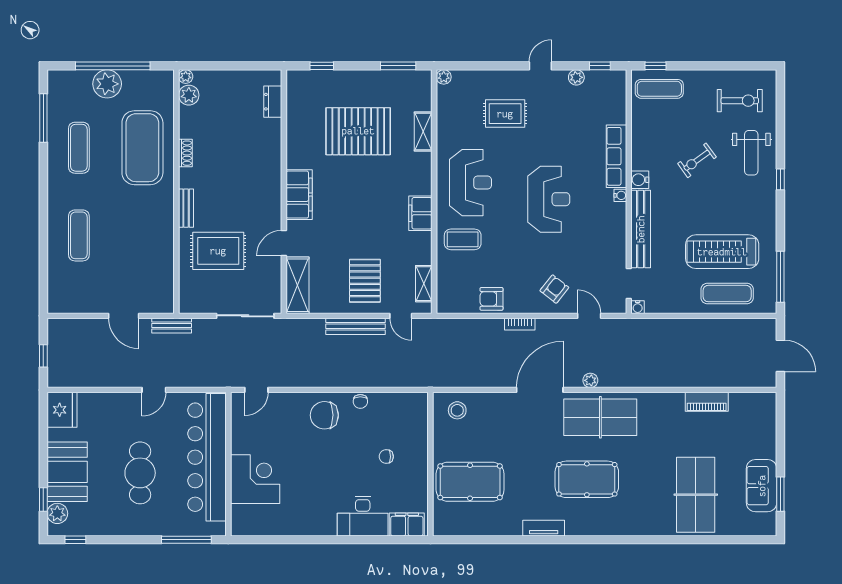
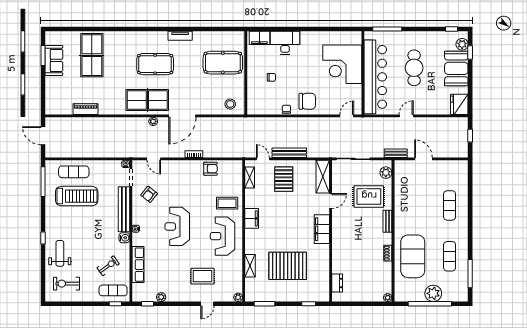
door: (540, 66) -> (207, 304), moved
plant: (189, 95) -> (386, 173), moved
row of seats: (616, 156) -> (138, 265), moved
exercise bike: (697, 160) -> (108, 266), moved
armchair: (554, 289) -> (149, 194), moved
corner desk: (255, 479) -> (342, 64), width x1.36, depth x1.36

